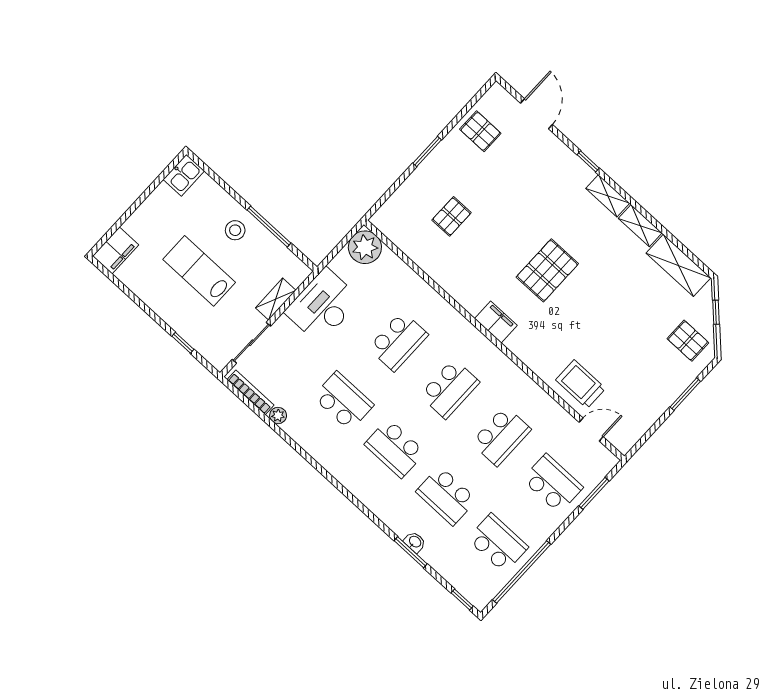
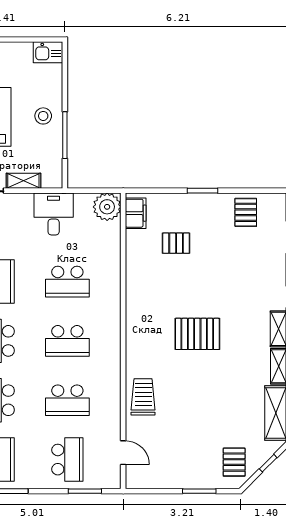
desk: (323, 306) -> (54, 214), width x0.73
filing cabinet: (496, 322) -> (136, 213), moved
trolley: (581, 384) -> (143, 397), moved

